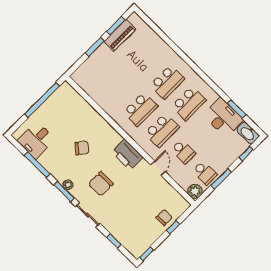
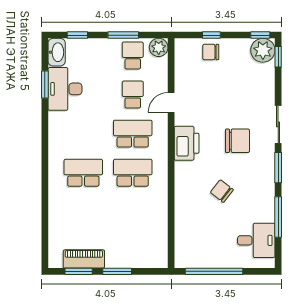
school desk: (189, 103) -> (83, 134), removed
plant: (68, 185) -> (263, 50), moved, width x1.88, depth x1.88
window: (114, 241) -> (278, 57), moved

